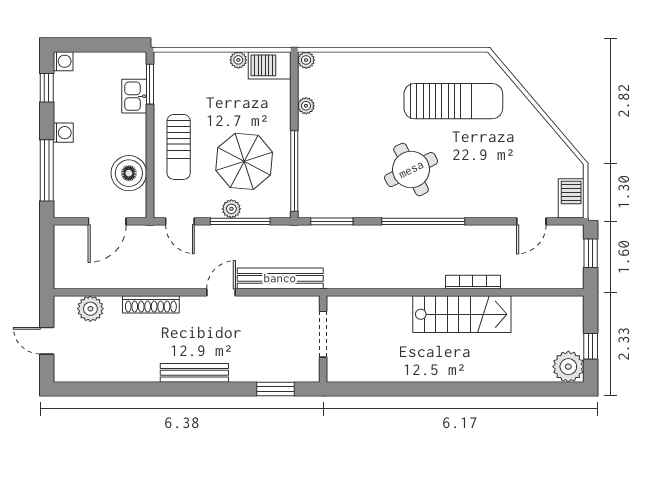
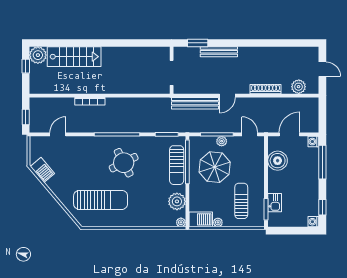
sun lounger: (453, 101) -> (101, 200), turned 180
plant: (306, 106) -> (177, 201), width x1.88, depth x1.88
washing machine: (63, 133) -> (313, 142), moved
sun lounger: (179, 147) -> (241, 201), moved
sun lounger: (314, 165) -> (177, 165), added
barbecue: (571, 198) -> (42, 170), moved, turned -40
stairs: (462, 314) -> (74, 57), moved, turned 180
bench: (194, 373) -> (219, 52), moved

